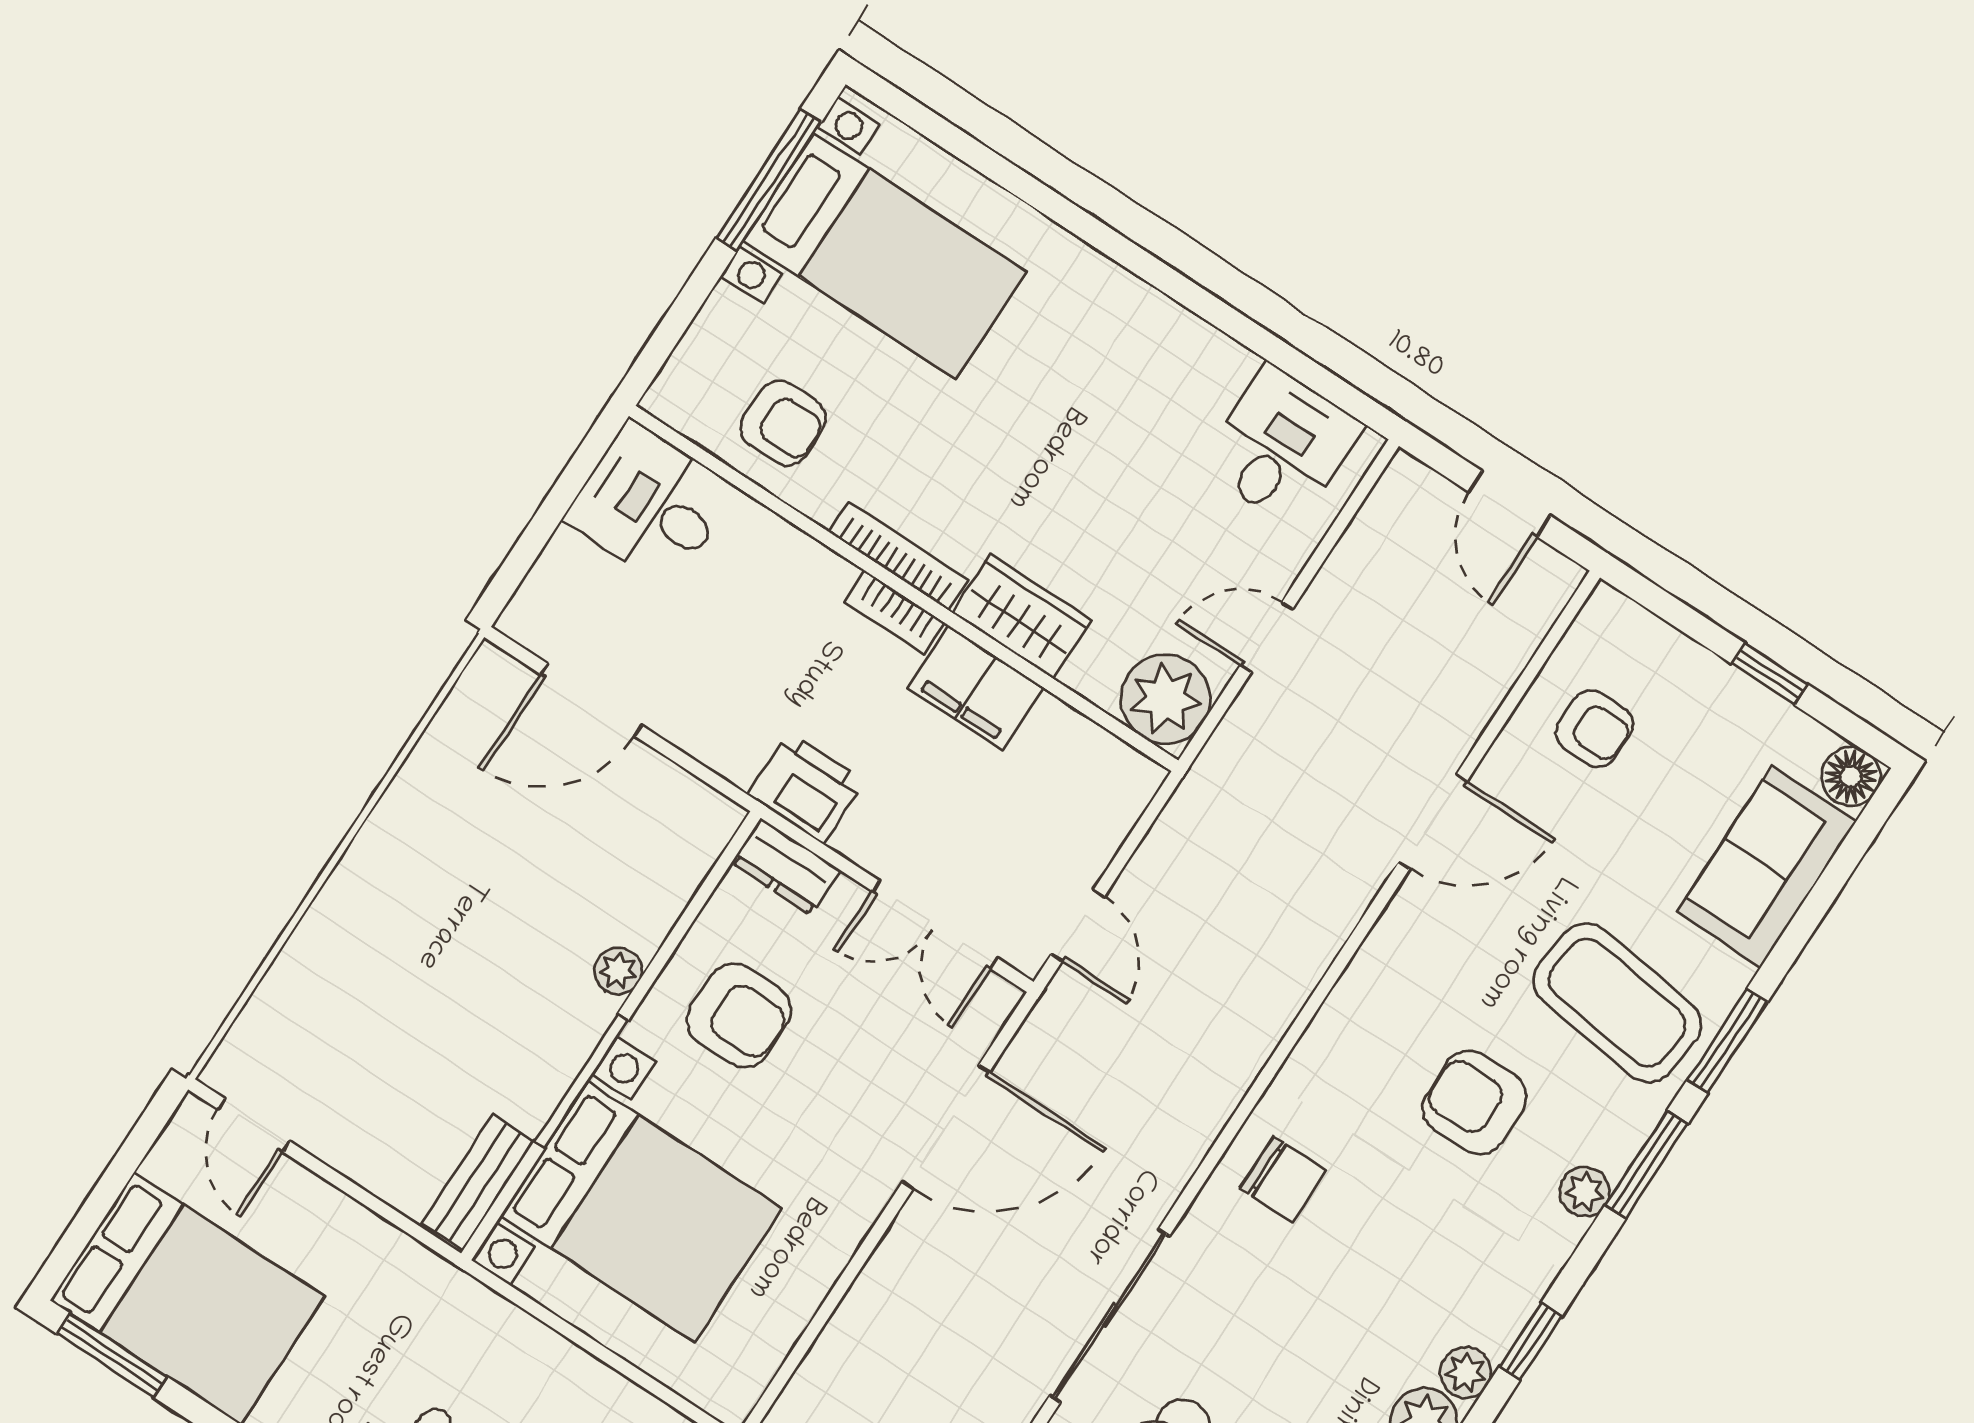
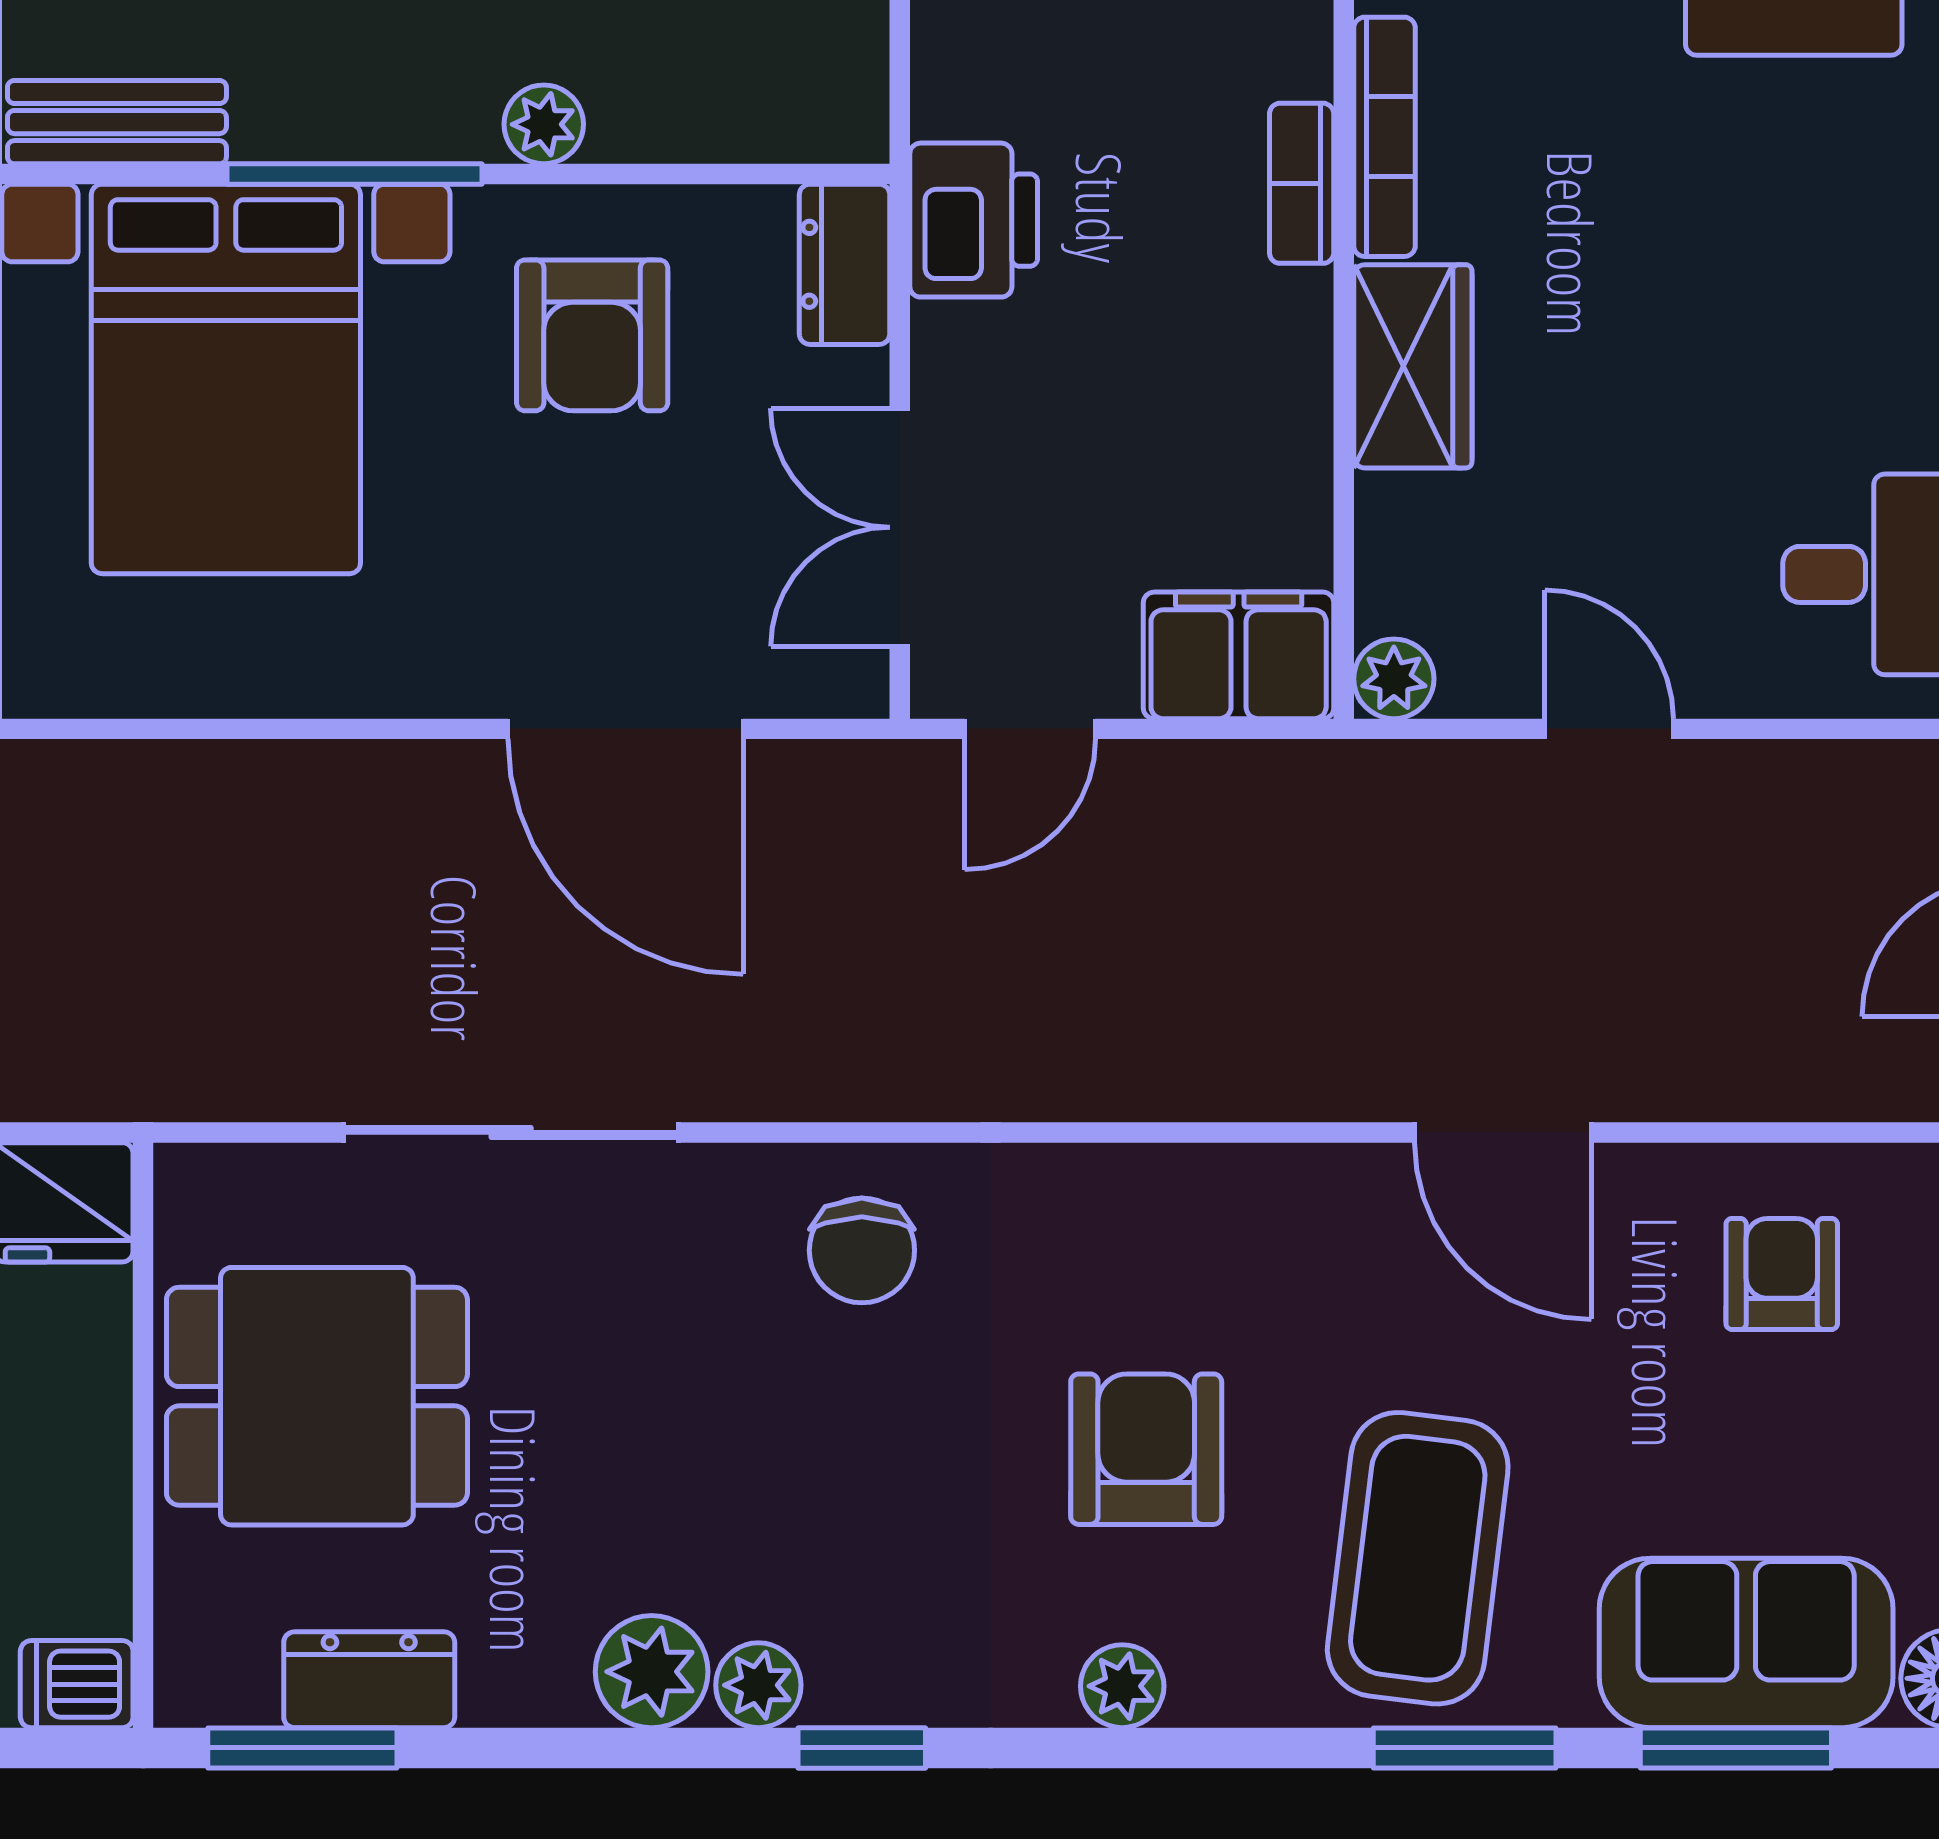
filing cabinet: (976, 688) -> (1239, 655), moved, turned 90
plant: (1165, 699) -> (1394, 679), width x0.53, depth x0.53
armchair: (1594, 729) -> (1782, 1274), turned 180
window: (1646, 1165) -> (1736, 1748), moved

